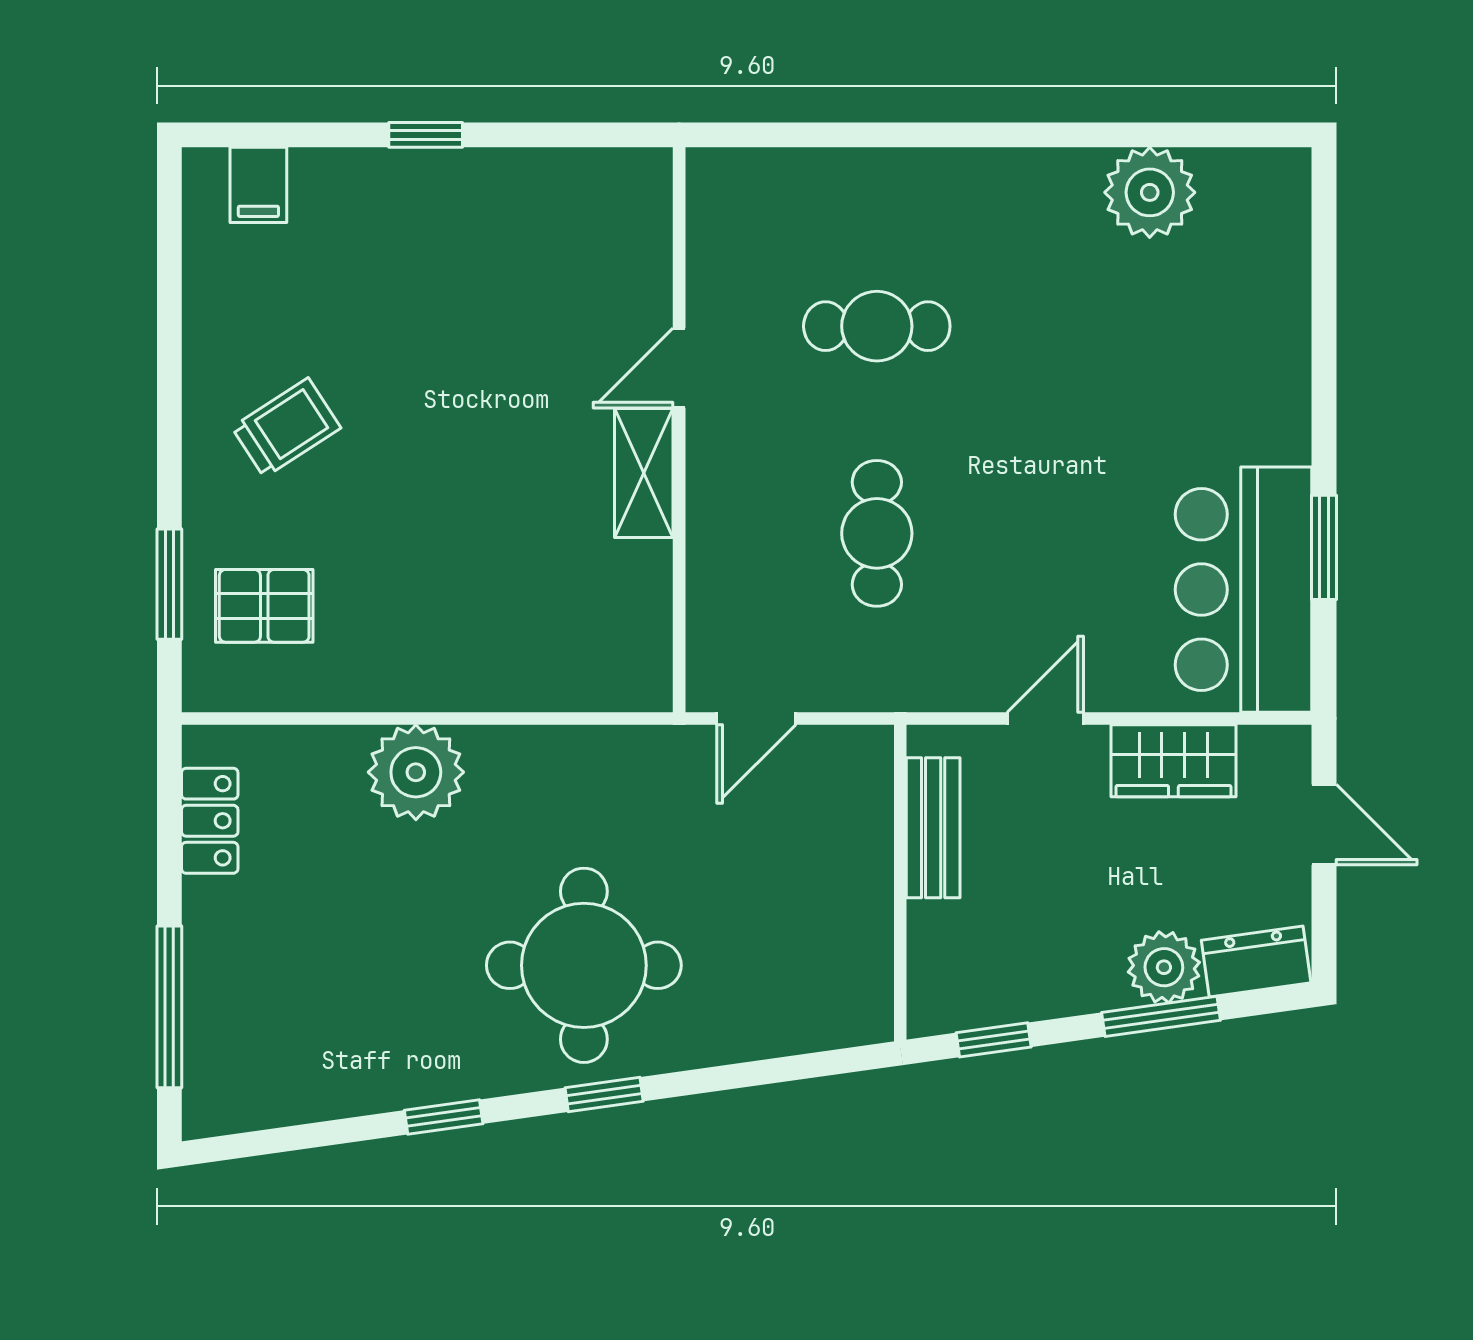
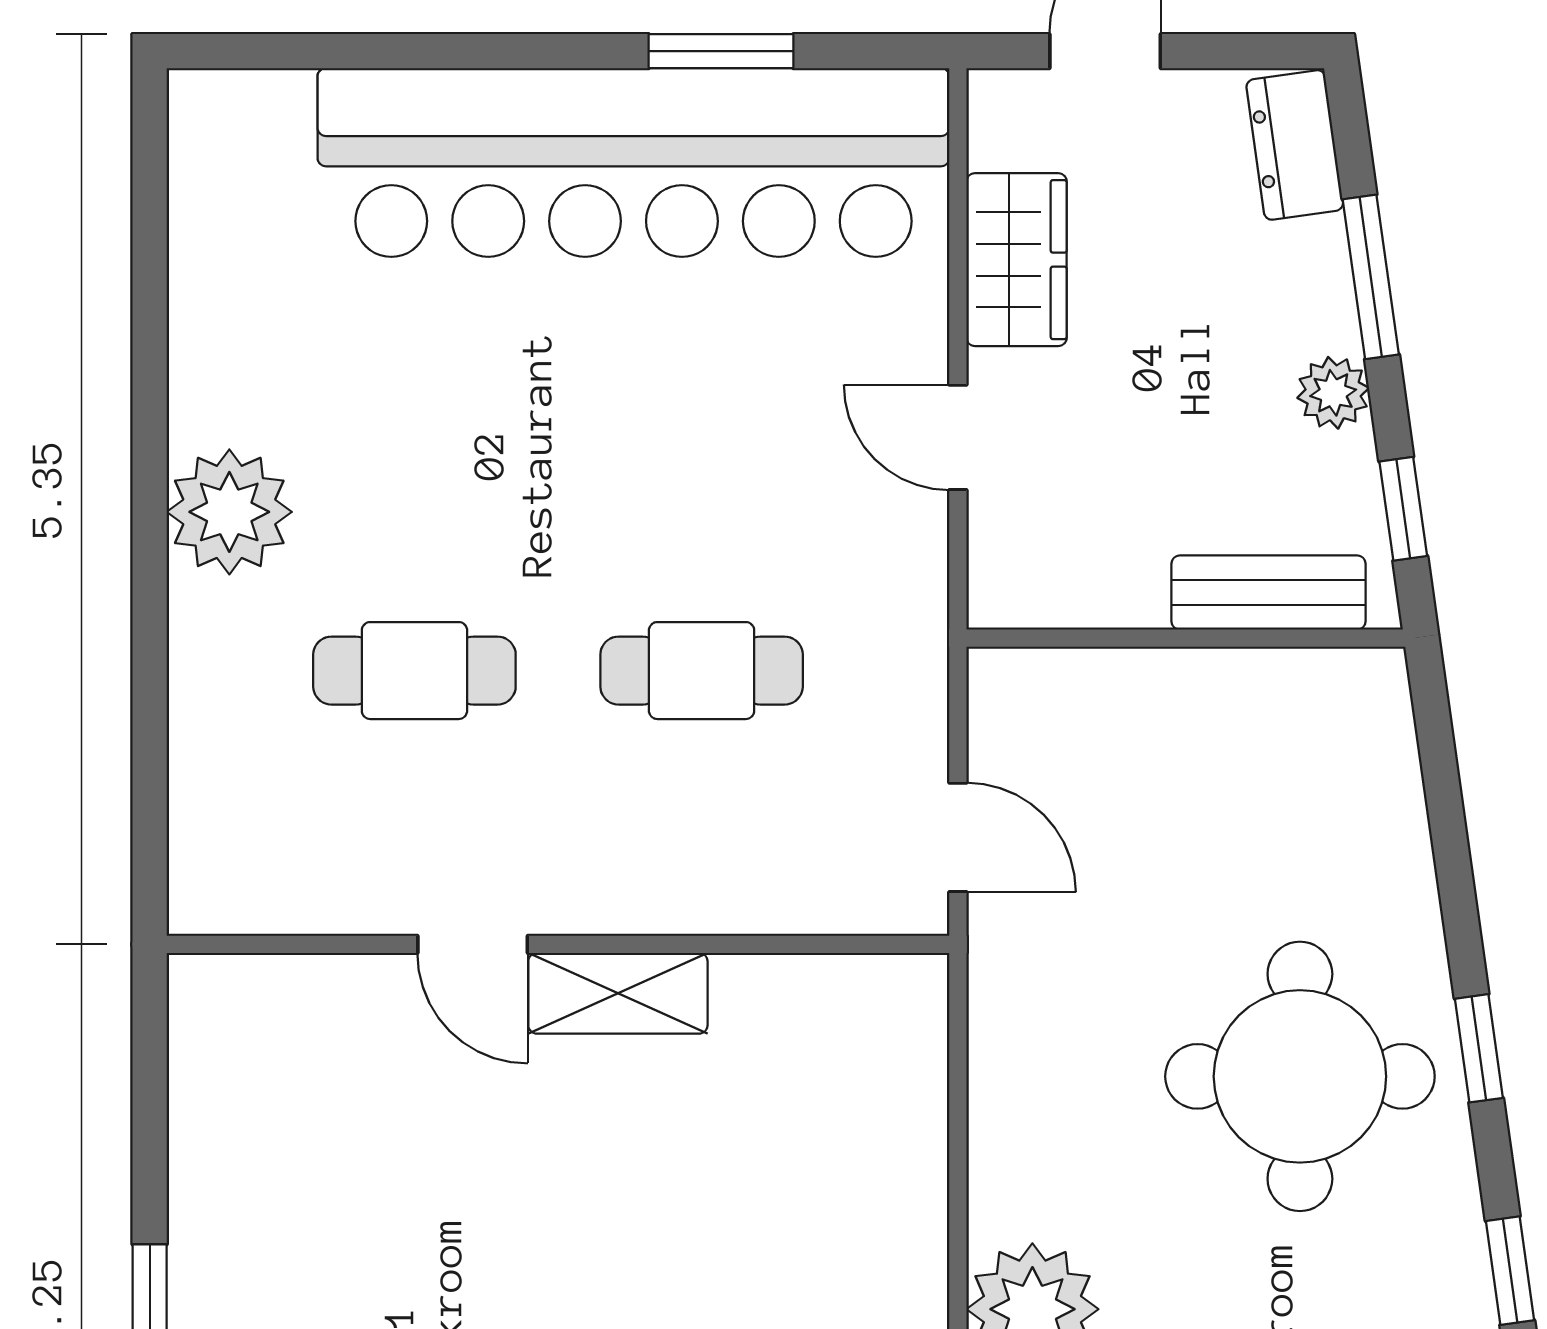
plant: (1150, 192) -> (229, 512), moved
cafe table: (877, 326) -> (414, 671), turned 90
bar counter: (1244, 590) -> (633, 162), width x1.86
bench: (933, 828) -> (1269, 593), moved
plant: (1164, 967) -> (1333, 393), moved, width x0.73, depth x0.73

